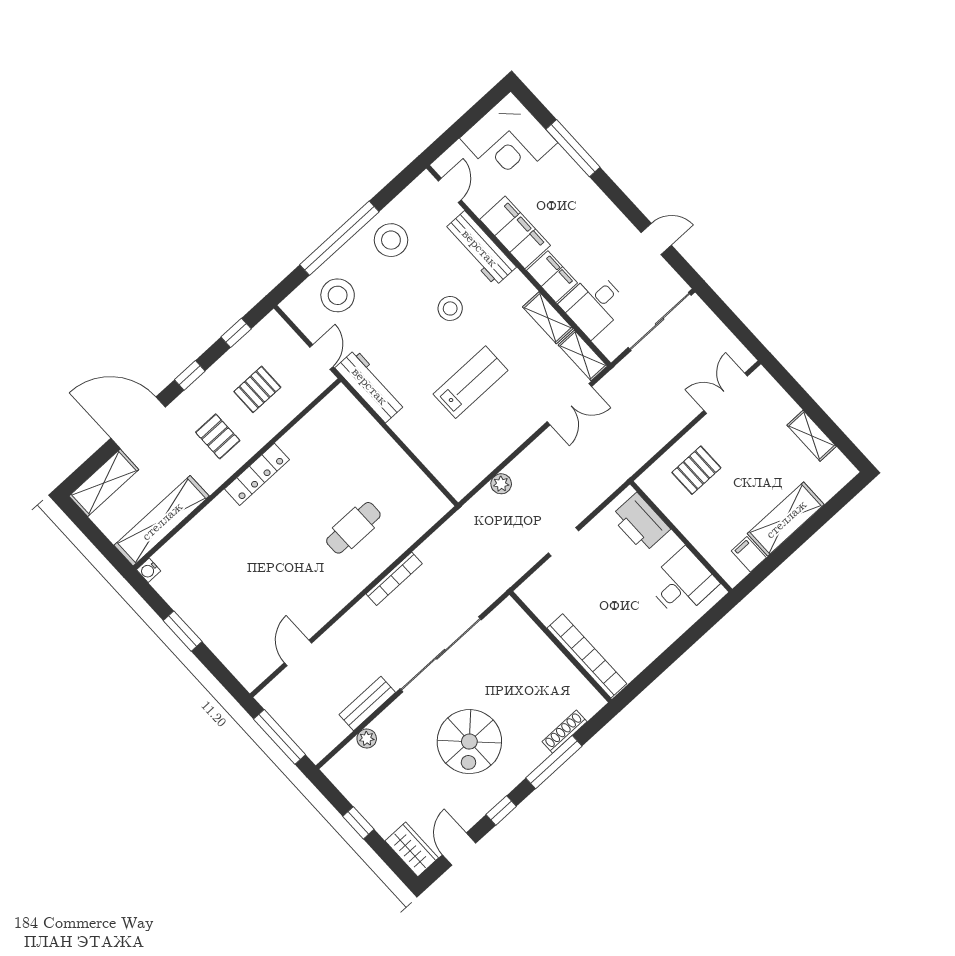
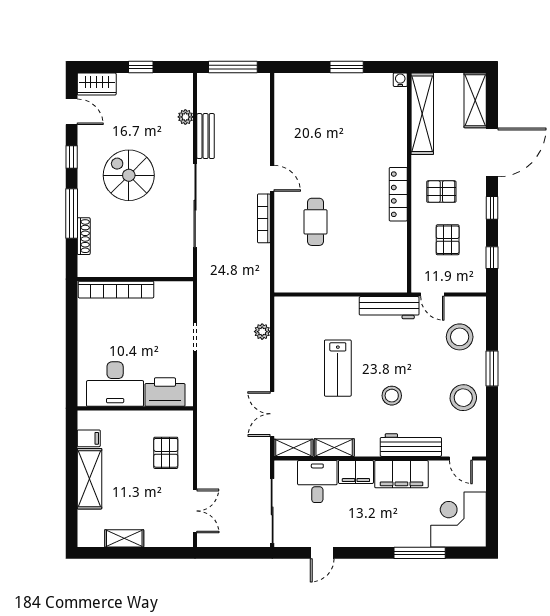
window: (339, 238) -> (492, 369), width x0.47
desk: (682, 583) -> (115, 384), width x1.37
door: (298, 653) -> (272, 178), moved

